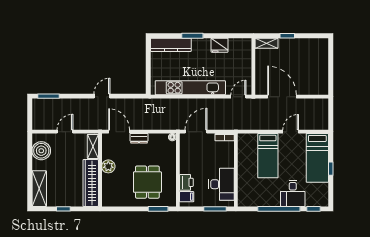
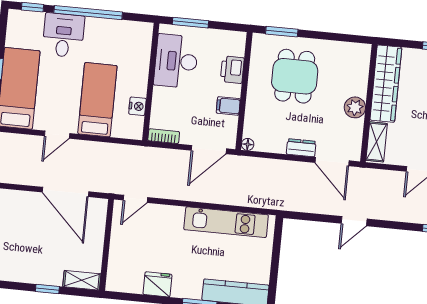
kitchen unit: (190, 88) -> (226, 222), width x0.73
nightstand: (243, 154) -> (137, 106), added
filing cabinet: (187, 197) -> (228, 106), moved

